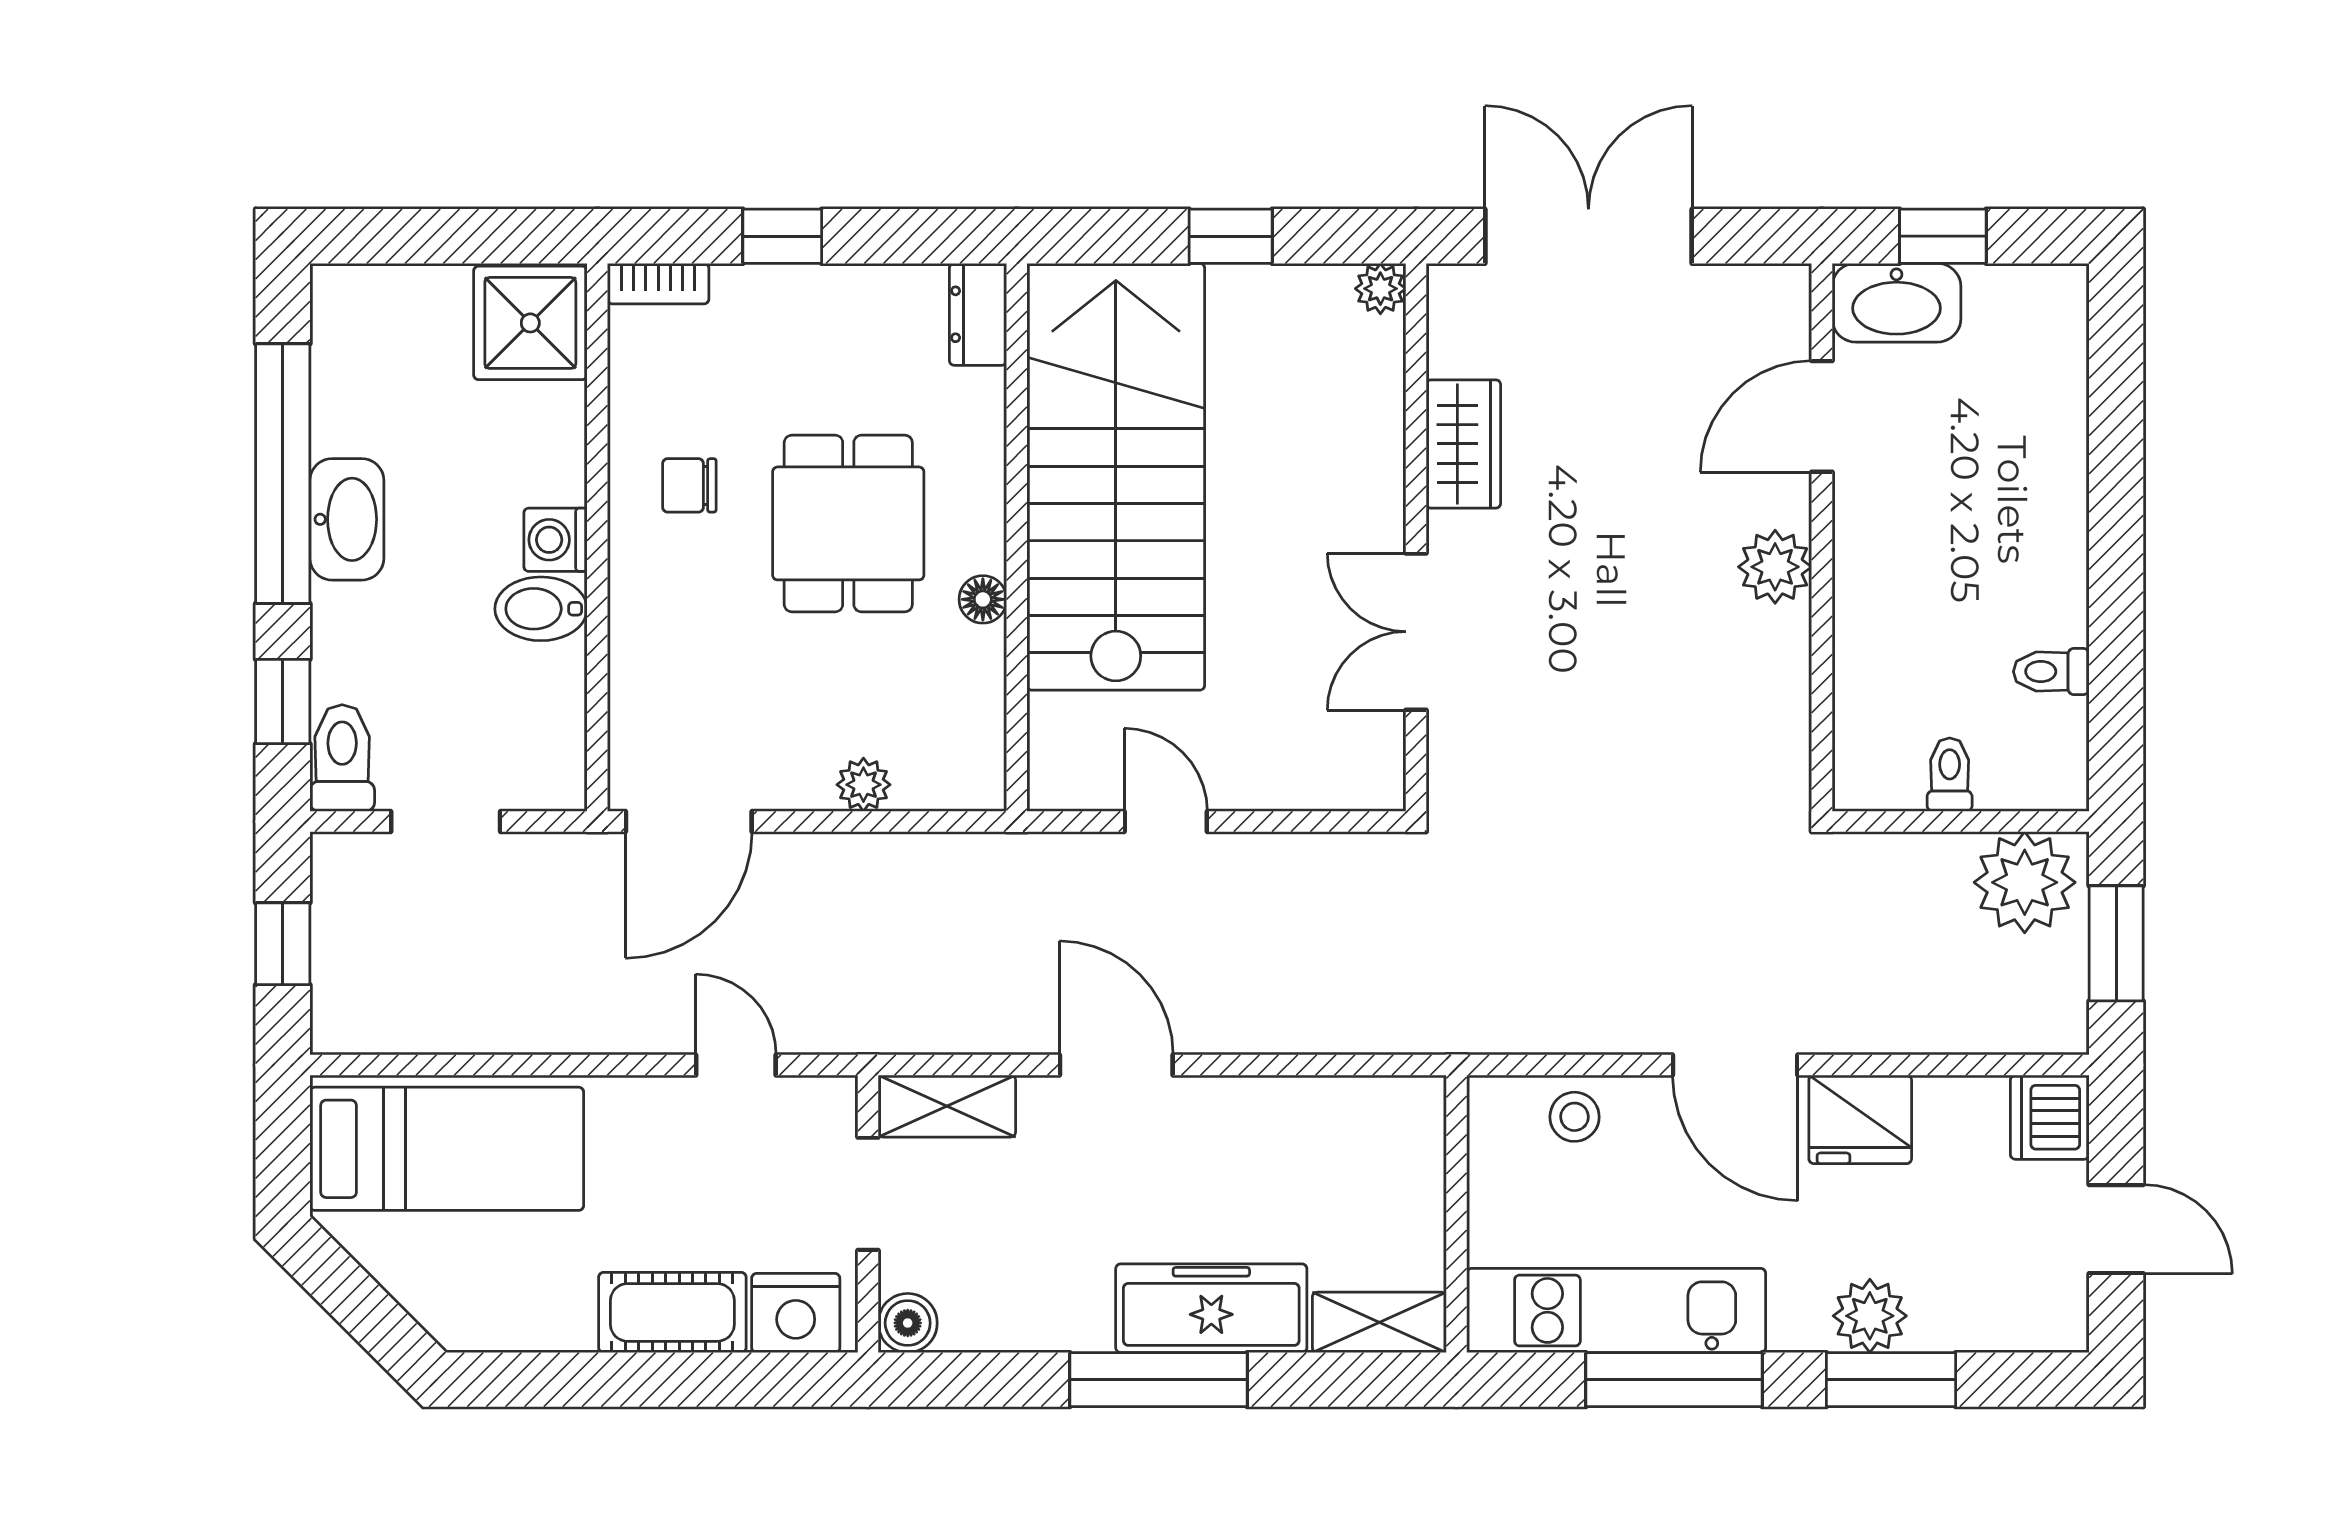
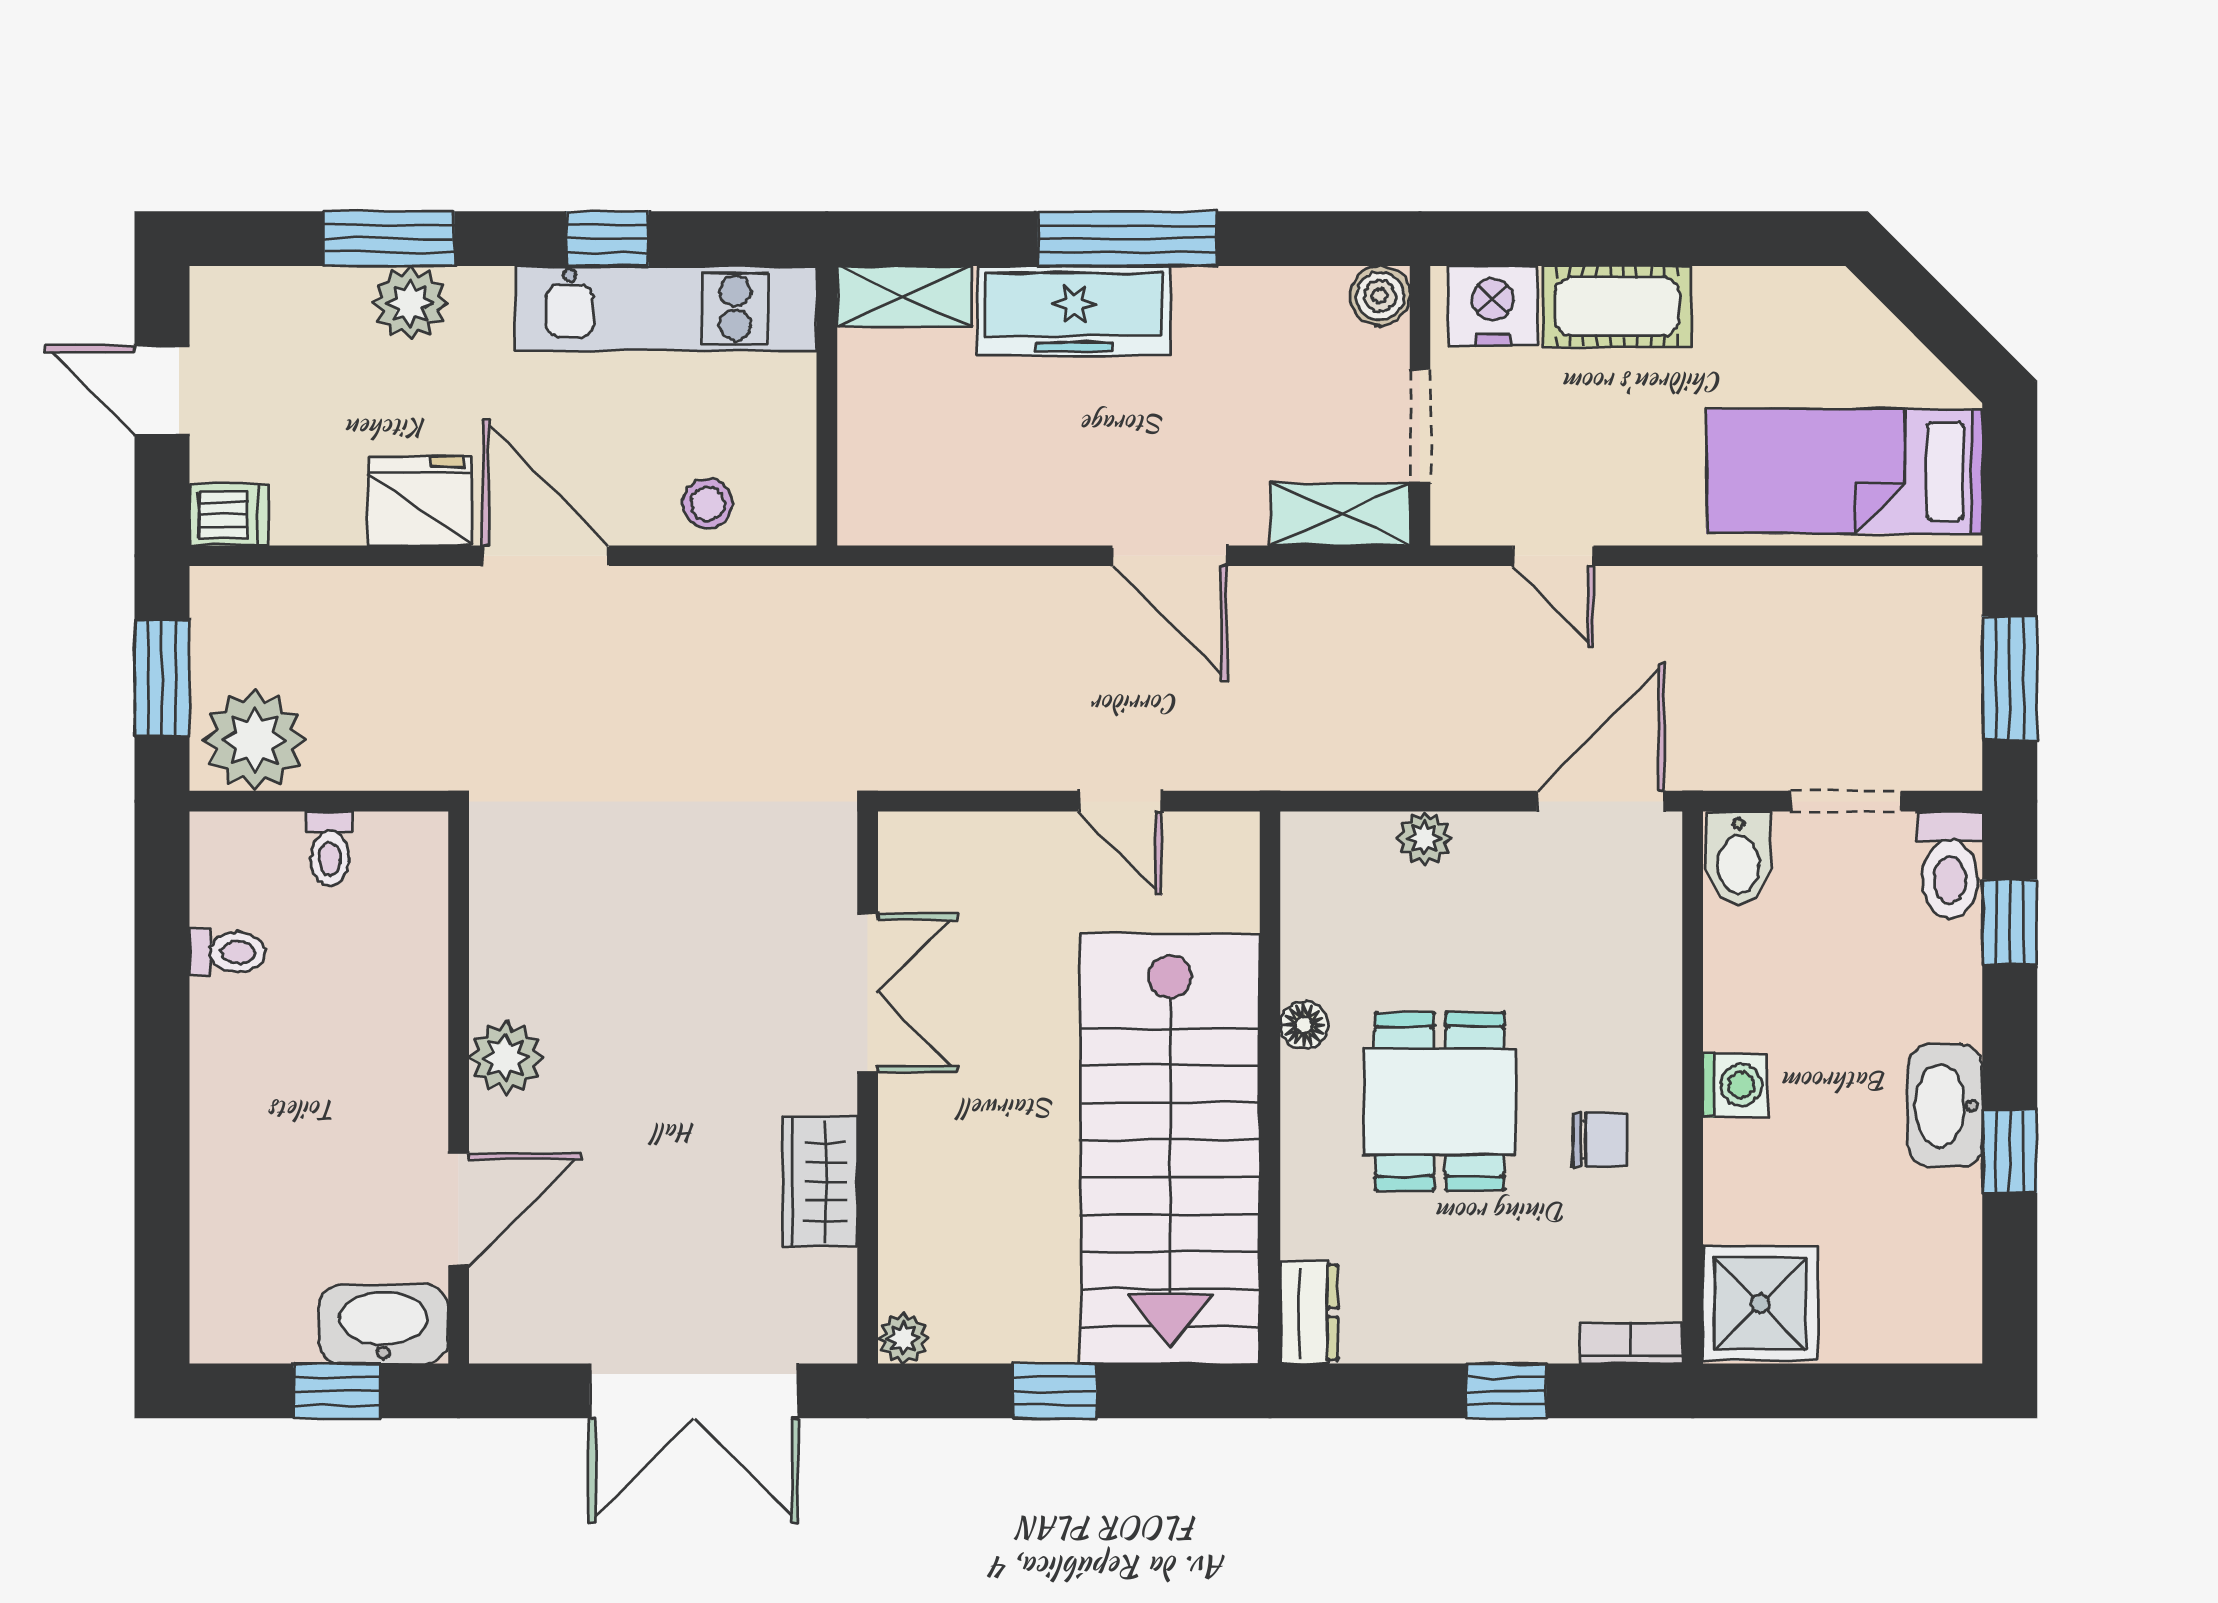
window: (283, 474) -> (2010, 1152), width x0.32
bidet: (541, 609) -> (1738, 858), moved, turned 90
window: (283, 944) -> (2010, 678), width x1.50
dishwasher: (2050, 1117) -> (229, 515), width x0.73
window: (1674, 1380) -> (608, 239), width x0.46

